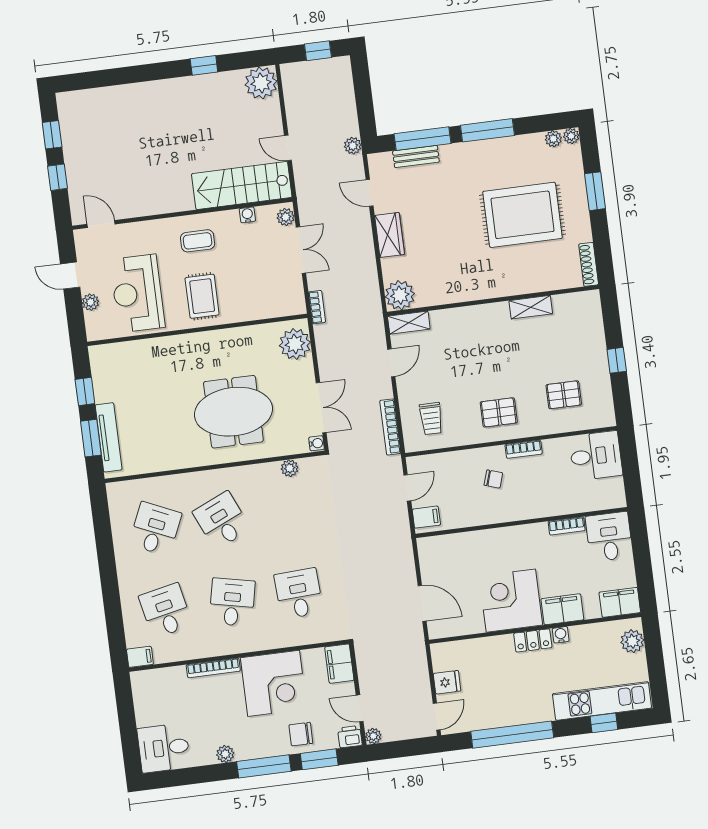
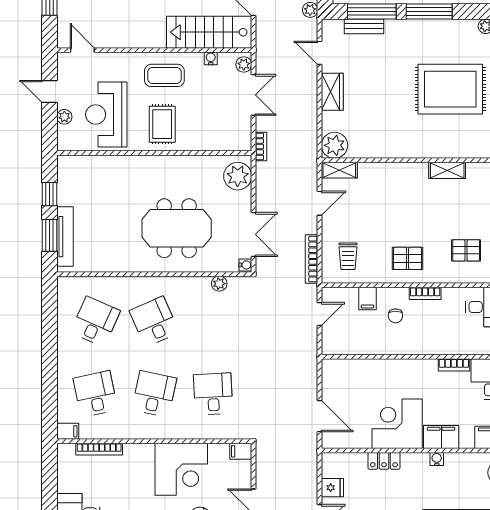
coffee table: (198, 241) -> (164, 75), width x1.36, depth x1.30
chair: (493, 479) -> (395, 316), turned 72
filing cabinet: (426, 517) -> (367, 298), moved, turned 90
locker: (533, 640) -> (384, 461), moved
filing cabinet: (339, 664) -> (241, 451), width x0.50
bookcase: (213, 668) -> (99, 449), moved

